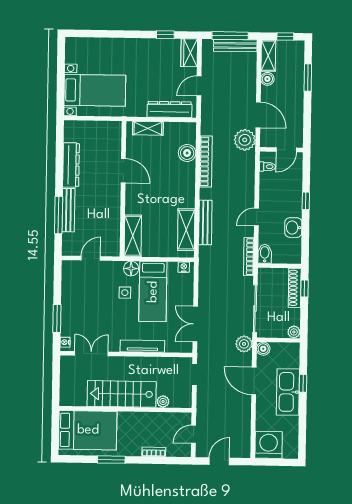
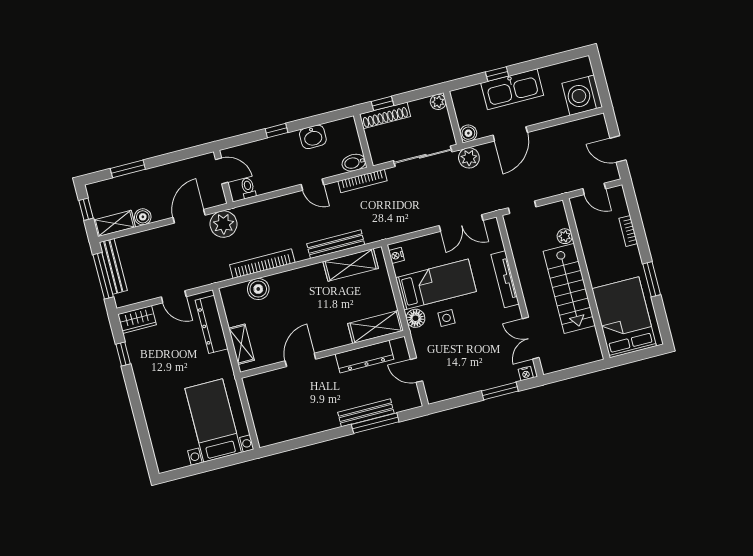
dresser: (71, 165) -> (365, 357), moved, turned 180

